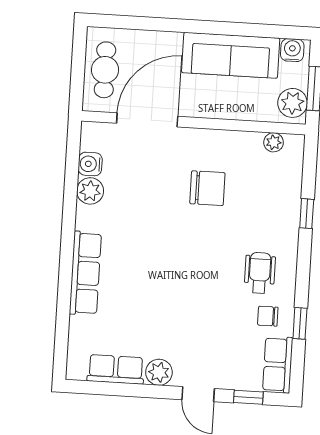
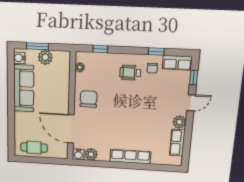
door: (147, 120) -> (71, 129), moved
wall: (193, 123) -> (71, 107), moved
plant: (274, 142) -> (80, 67), moved

